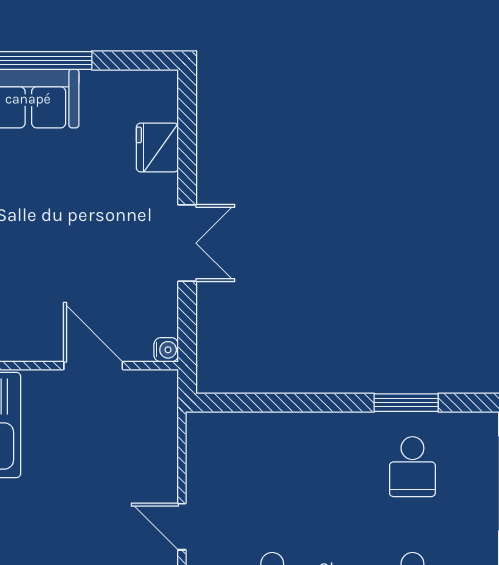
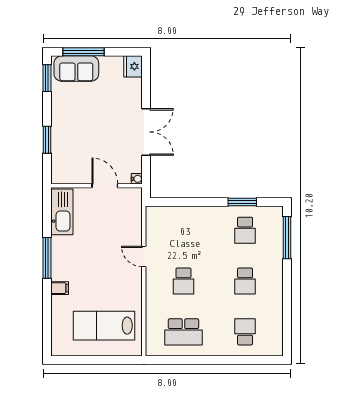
fridge: (157, 148) -> (133, 66), moved
double door: (187, 243) -> (146, 132), width x1.37

